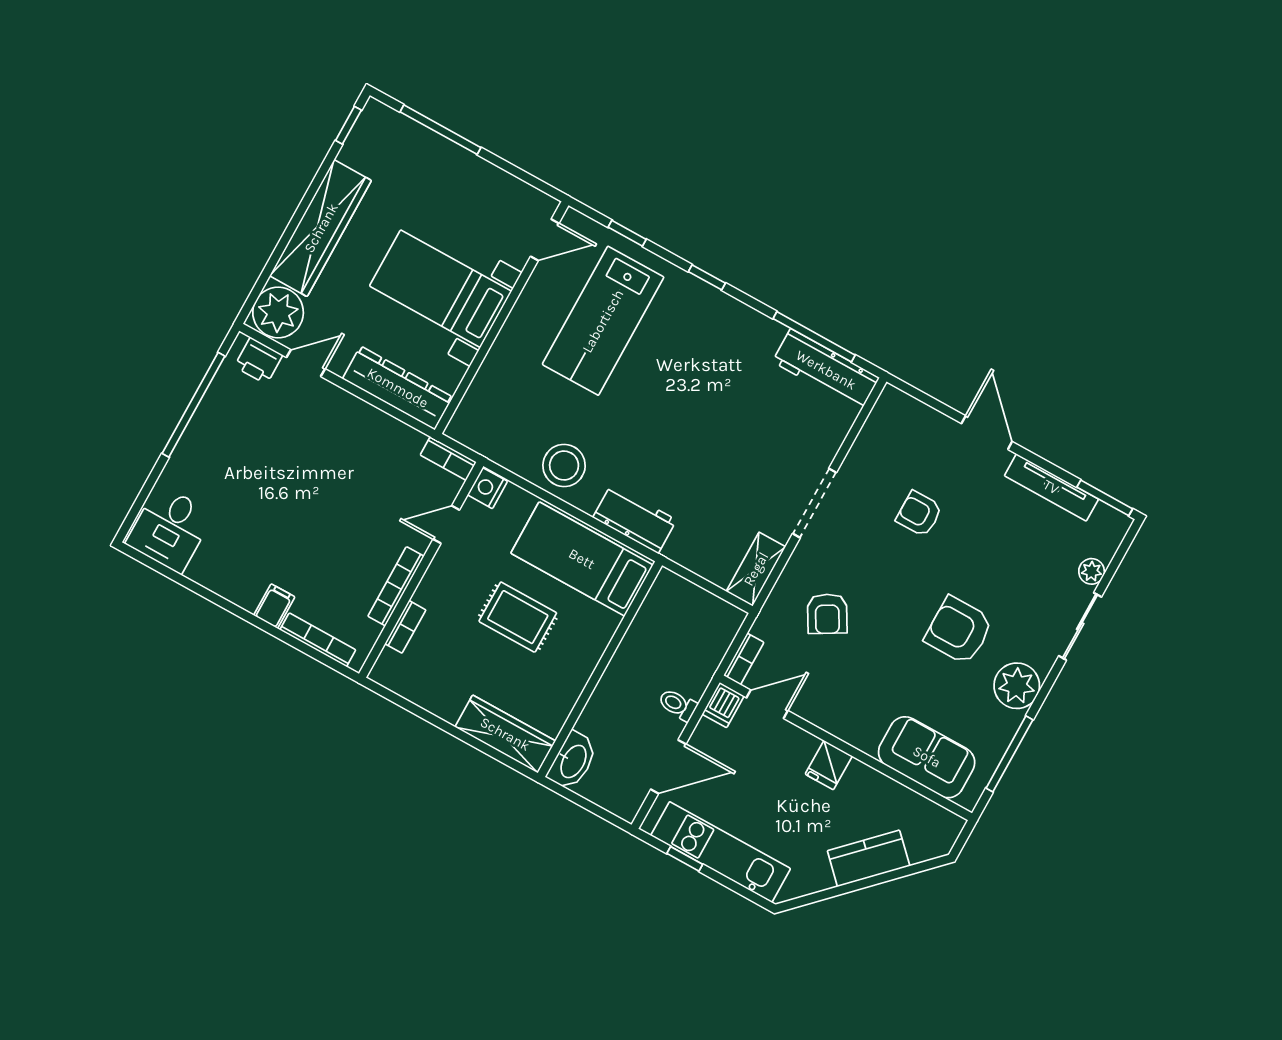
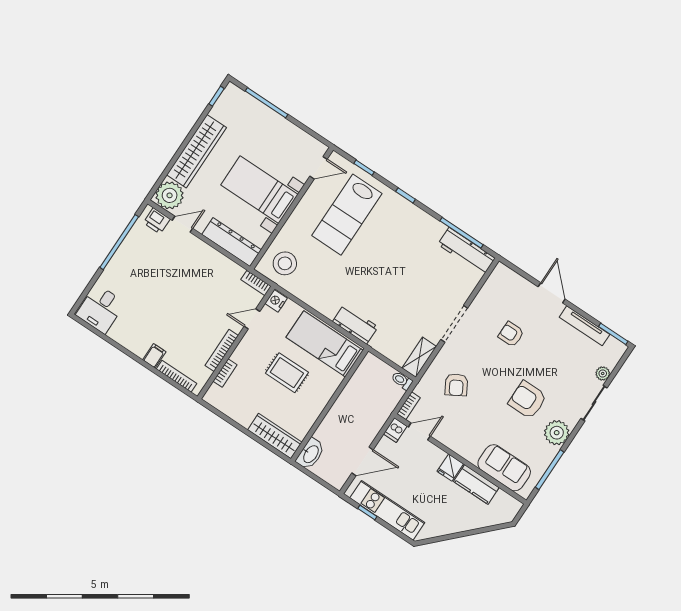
stool: (564, 466) -> (285, 263), moved
toilet: (678, 705) -> (402, 381), moved
kitchen counter: (869, 858) -> (476, 485), moved, turned -135

